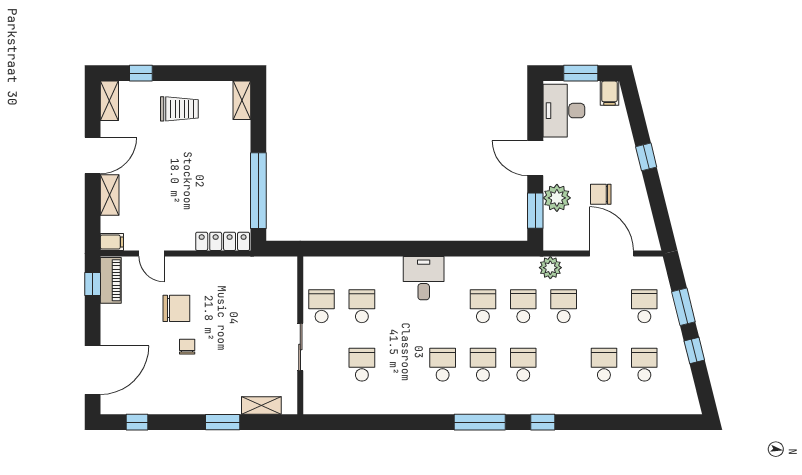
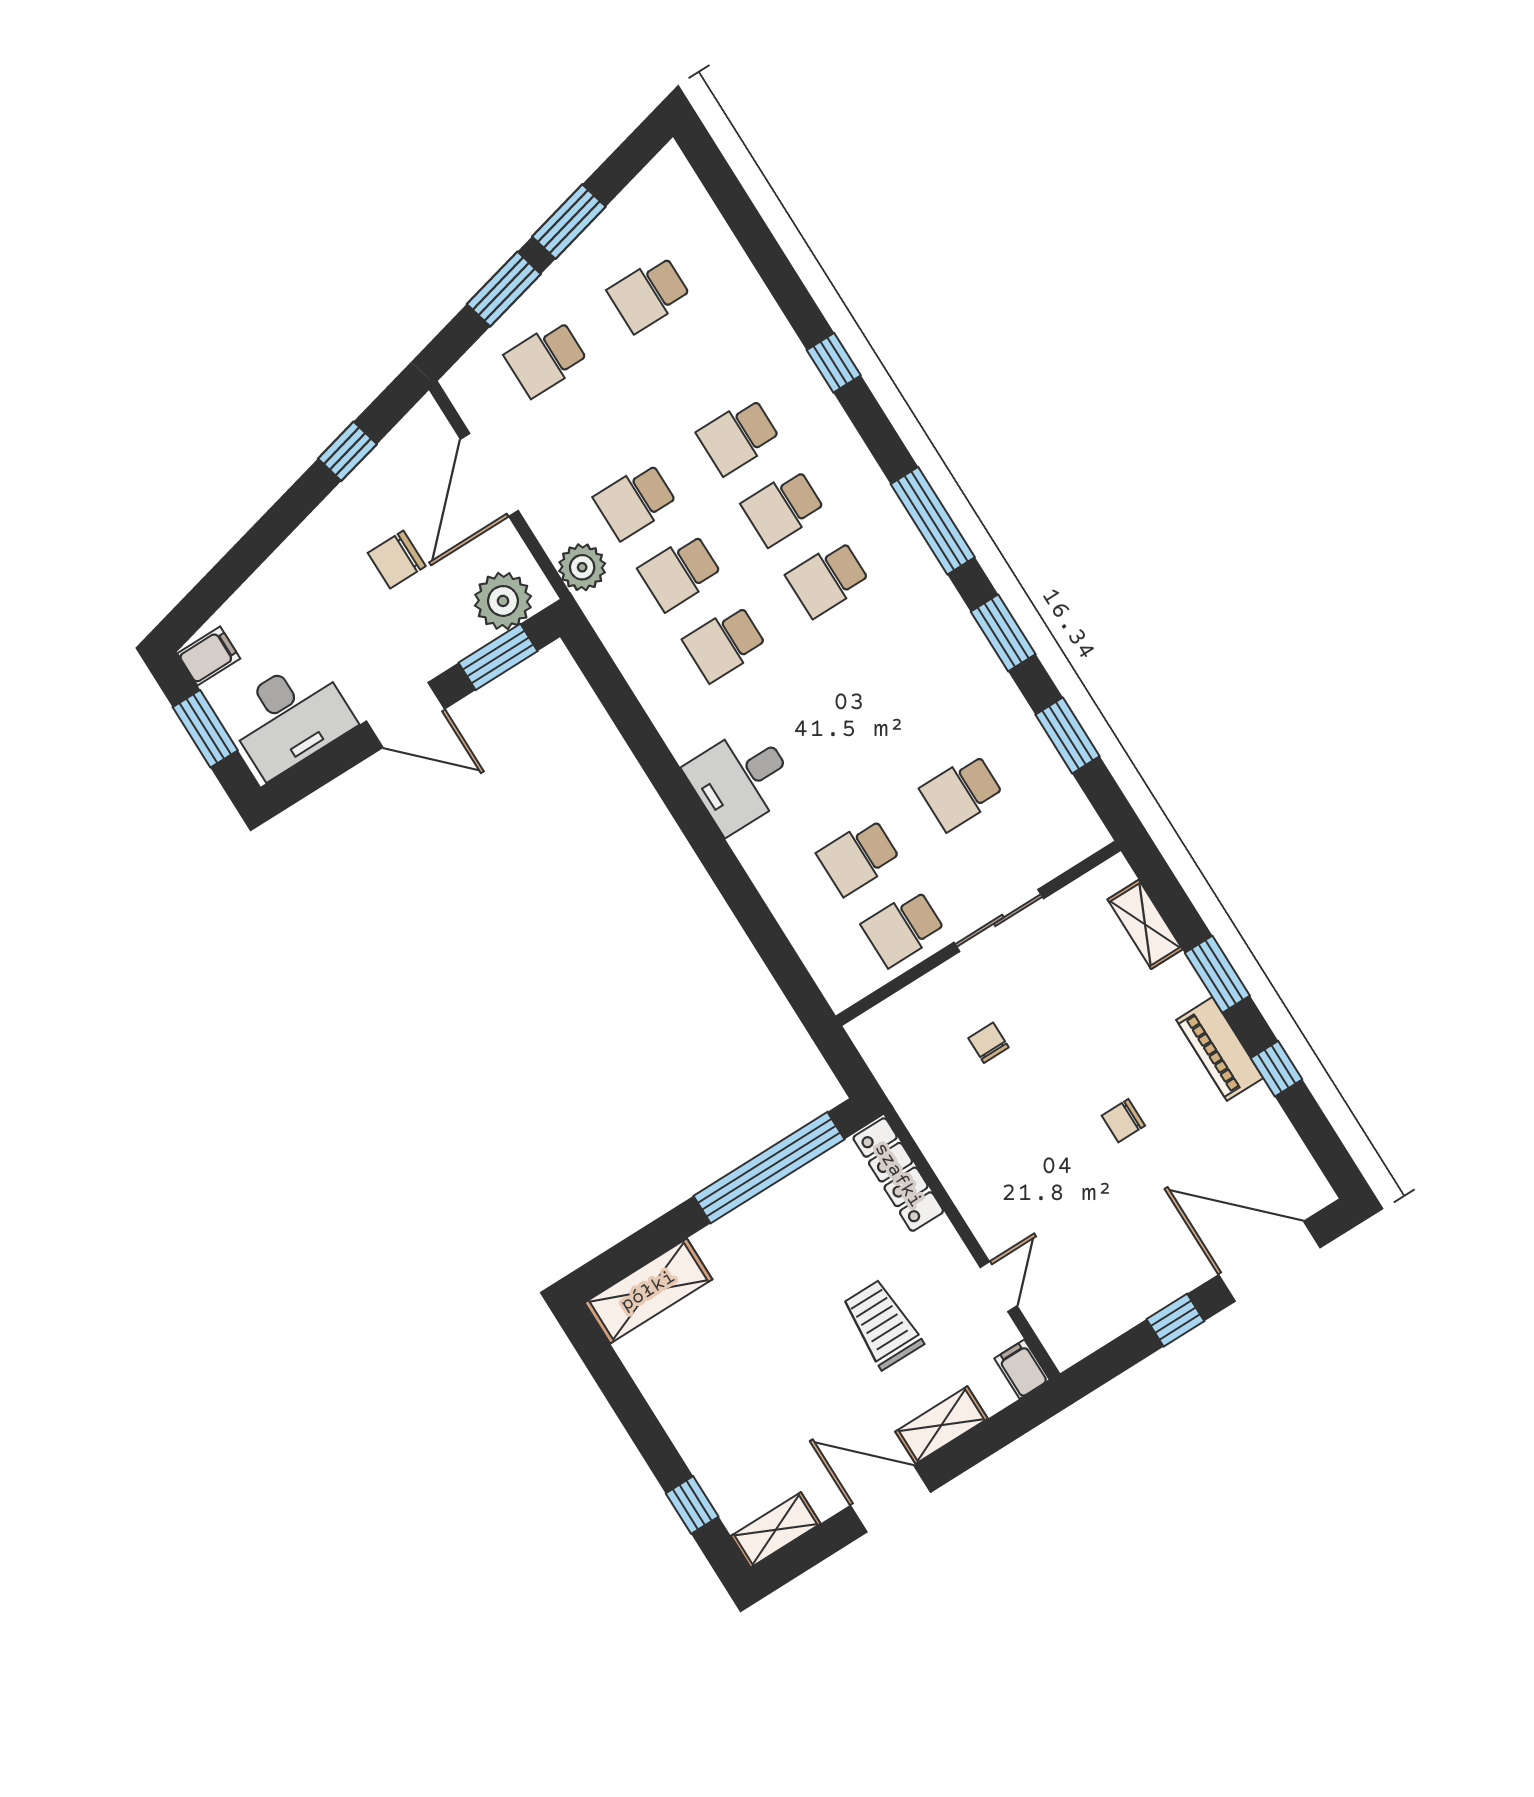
shelving: (242, 100) -> (648, 1291), width x1.50, depth x1.33
trolley: (179, 109) -> (882, 1324), moved
window: (646, 157) -> (347, 451), moved
door: (535, 158) -> (406, 715), hinge flipped
chair: (601, 194) -> (397, 560), turned 90
plant: (557, 198) -> (503, 601), moved
piano: (111, 280) -> (1220, 1049), moved, turned -90
window: (93, 284) -> (1175, 1320), moved
chair: (176, 308) -> (989, 1043), moved, width x0.54, depth x0.54
window: (694, 351) -> (569, 222), width x1.50
school desk: (443, 365) -> (872, 650), removed
school desk: (604, 365) -> (738, 436), moved
window: (137, 422) -> (1277, 1069), moved
window: (358, 422) -> (1067, 735), added
window: (416, 422) -> (1003, 633), added
window: (543, 422) -> (834, 363), moved

